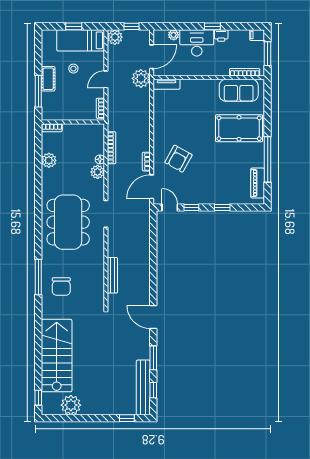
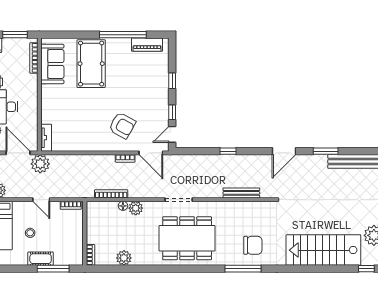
window: (153, 390) -> (228, 151), moved

